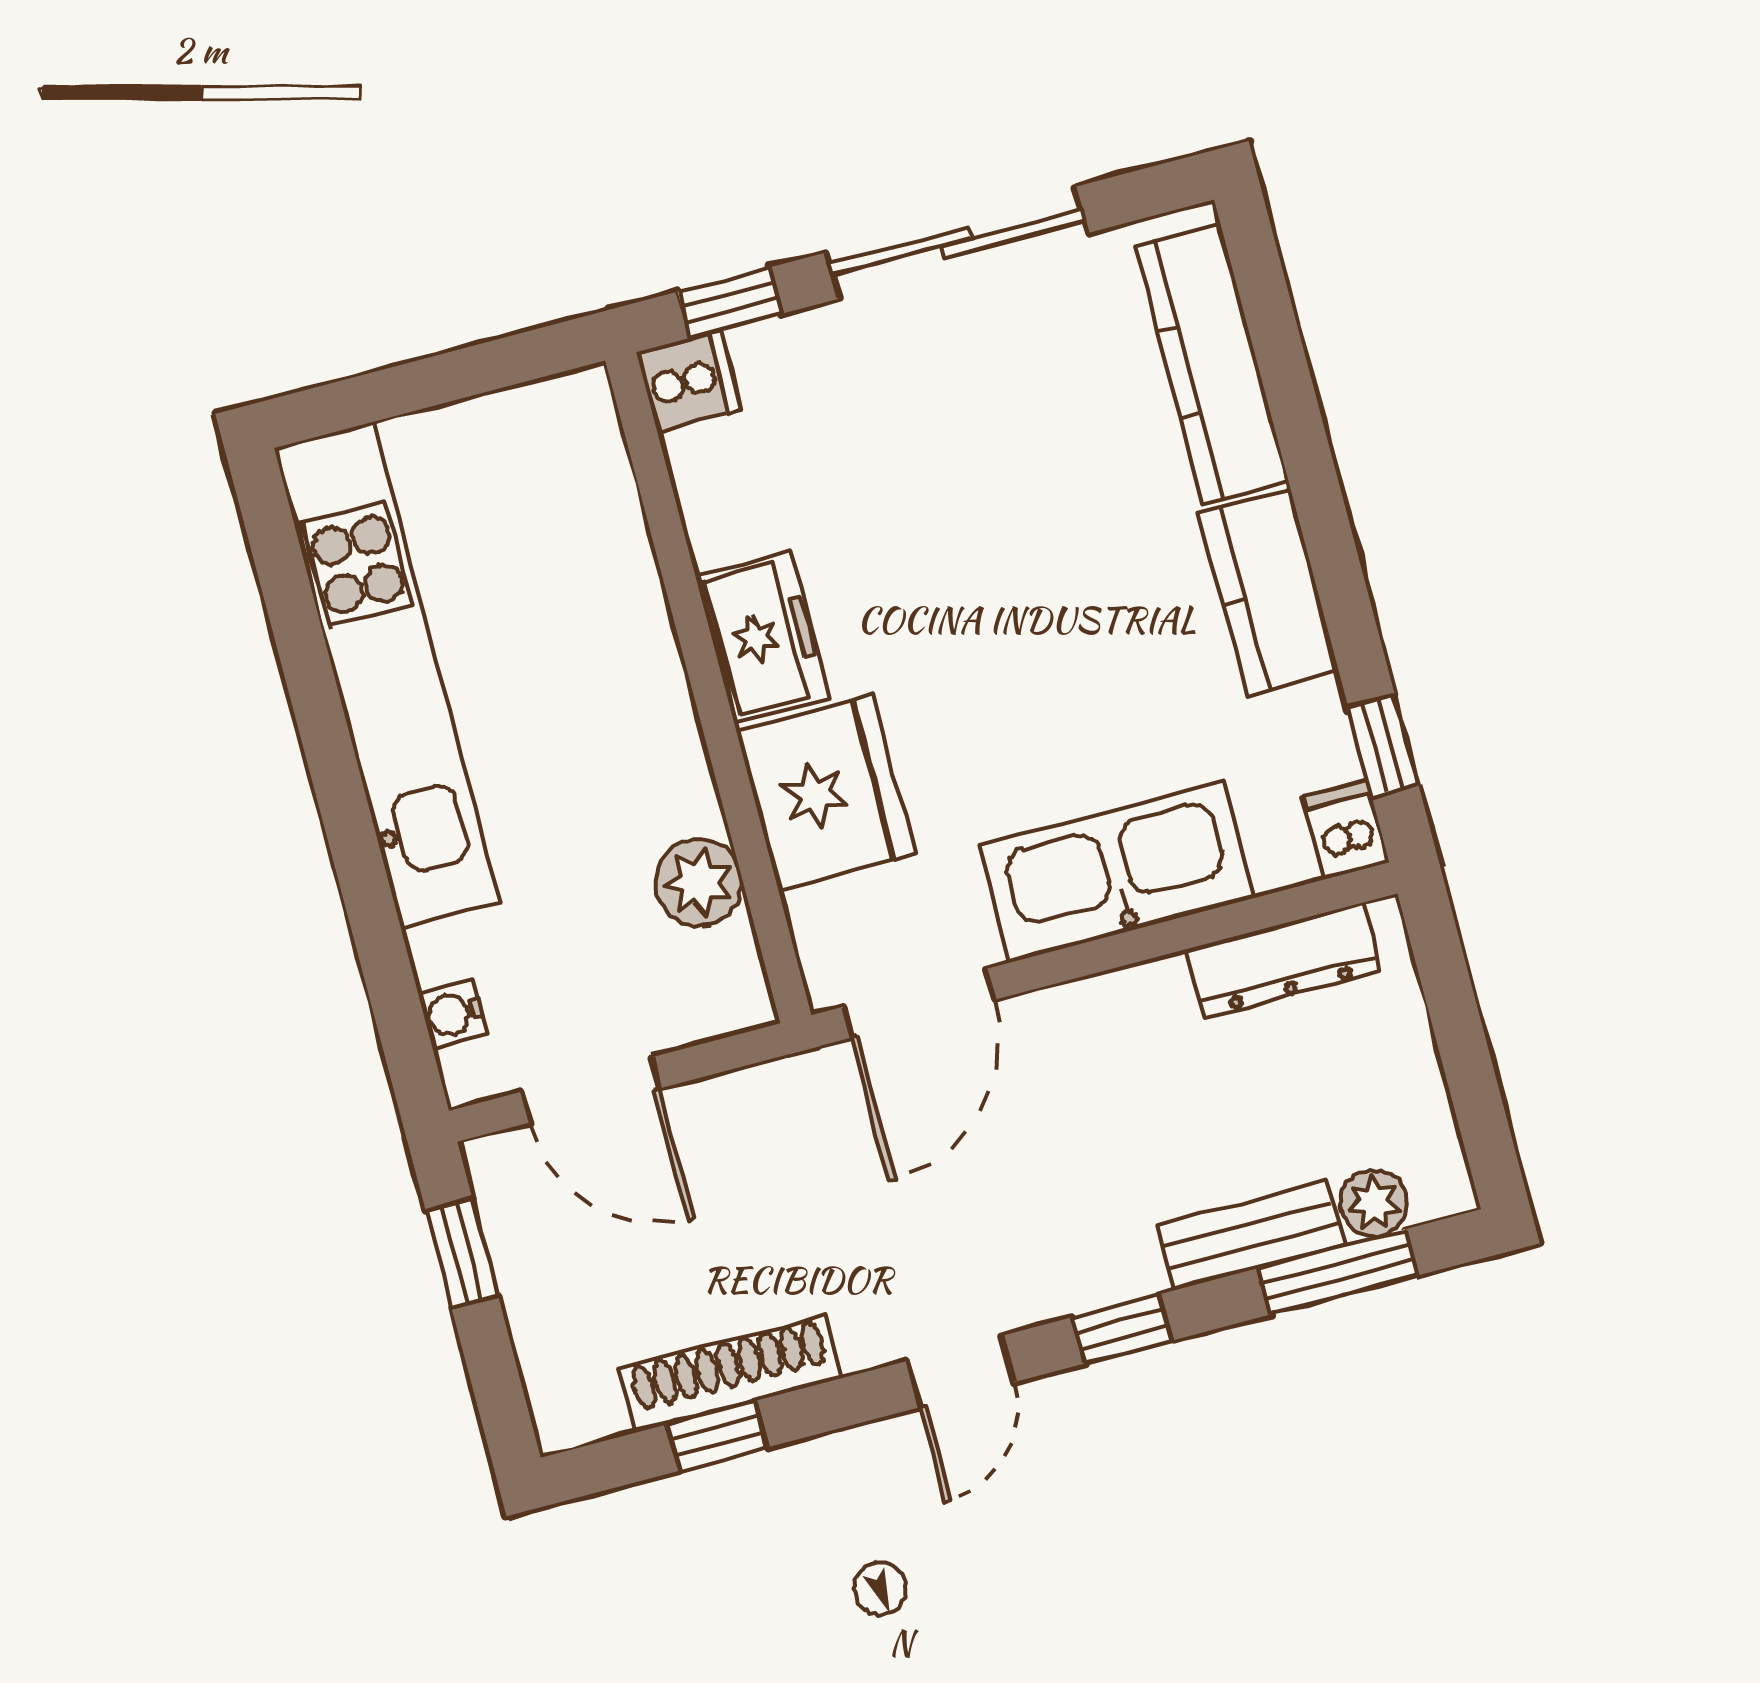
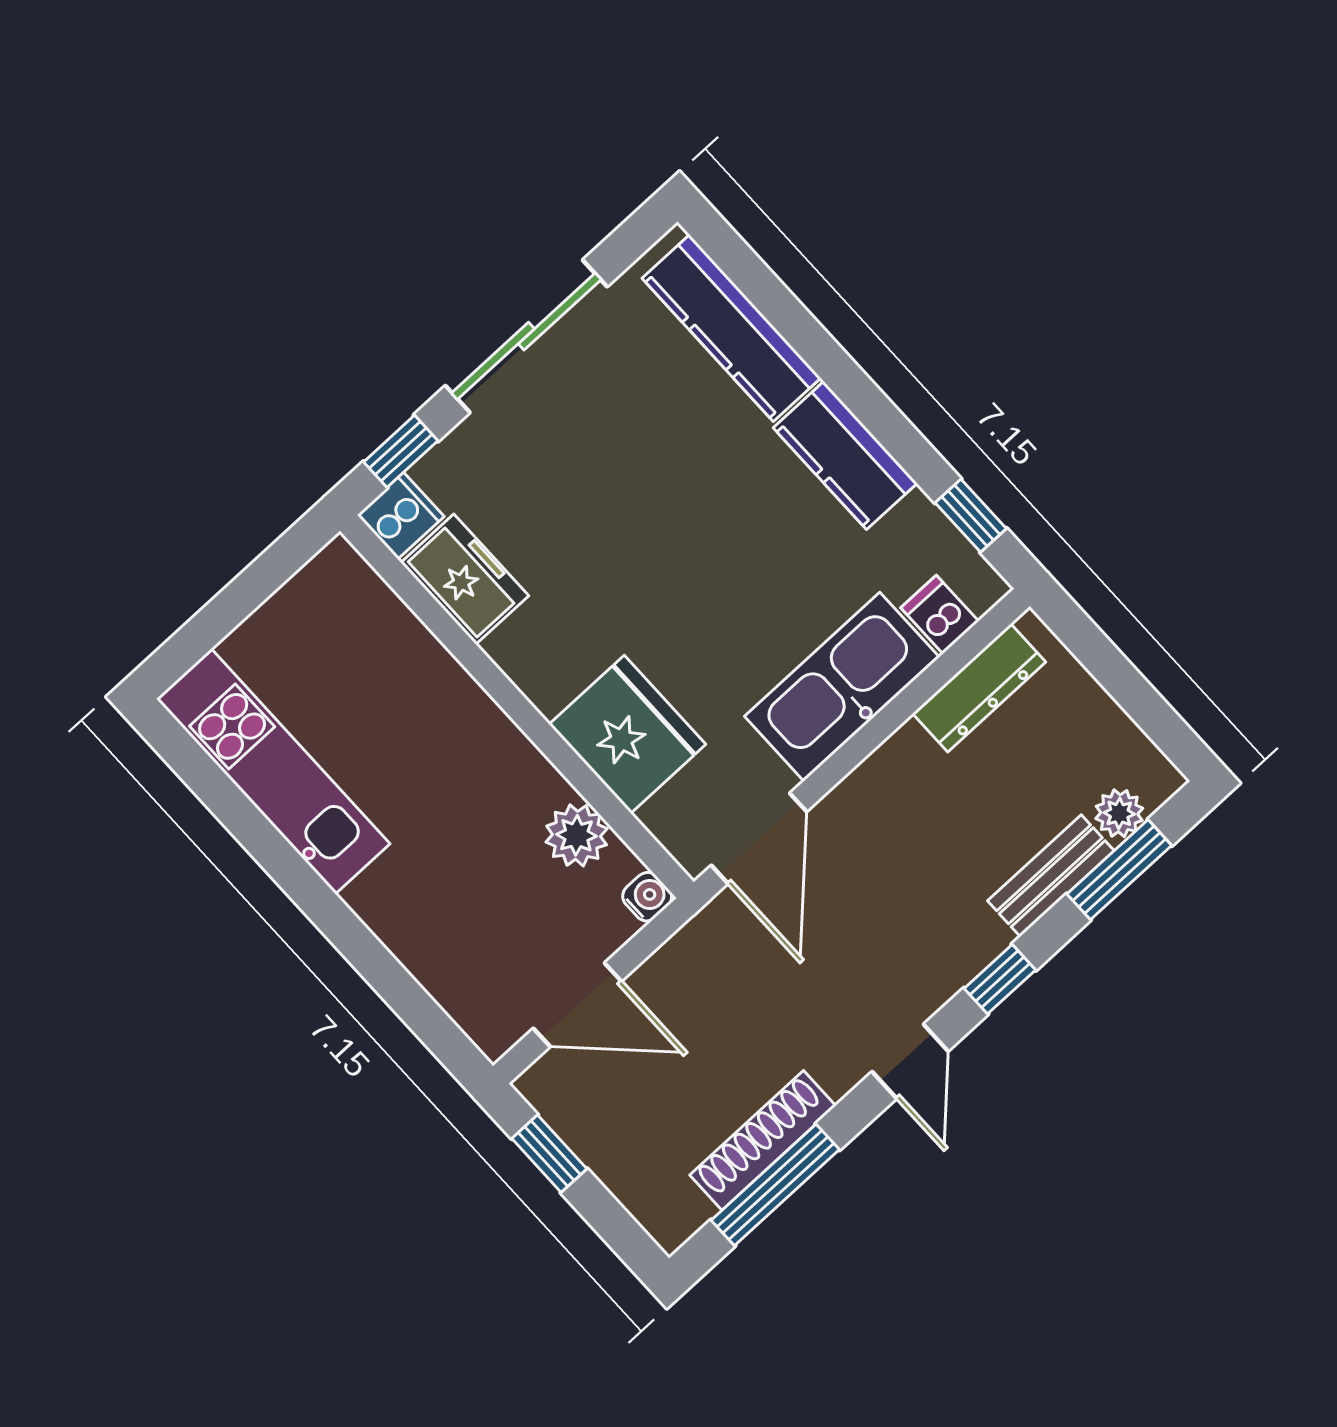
freezer: (763, 637) -> (465, 579), moved
kitchen unit: (387, 675) -> (273, 771), width x0.73
dishwasher: (1346, 829) -> (940, 615), moved
water cooler: (453, 1014) -> (647, 897), moved, turned 180
window: (717, 1436) -> (775, 1185), width x2.17

